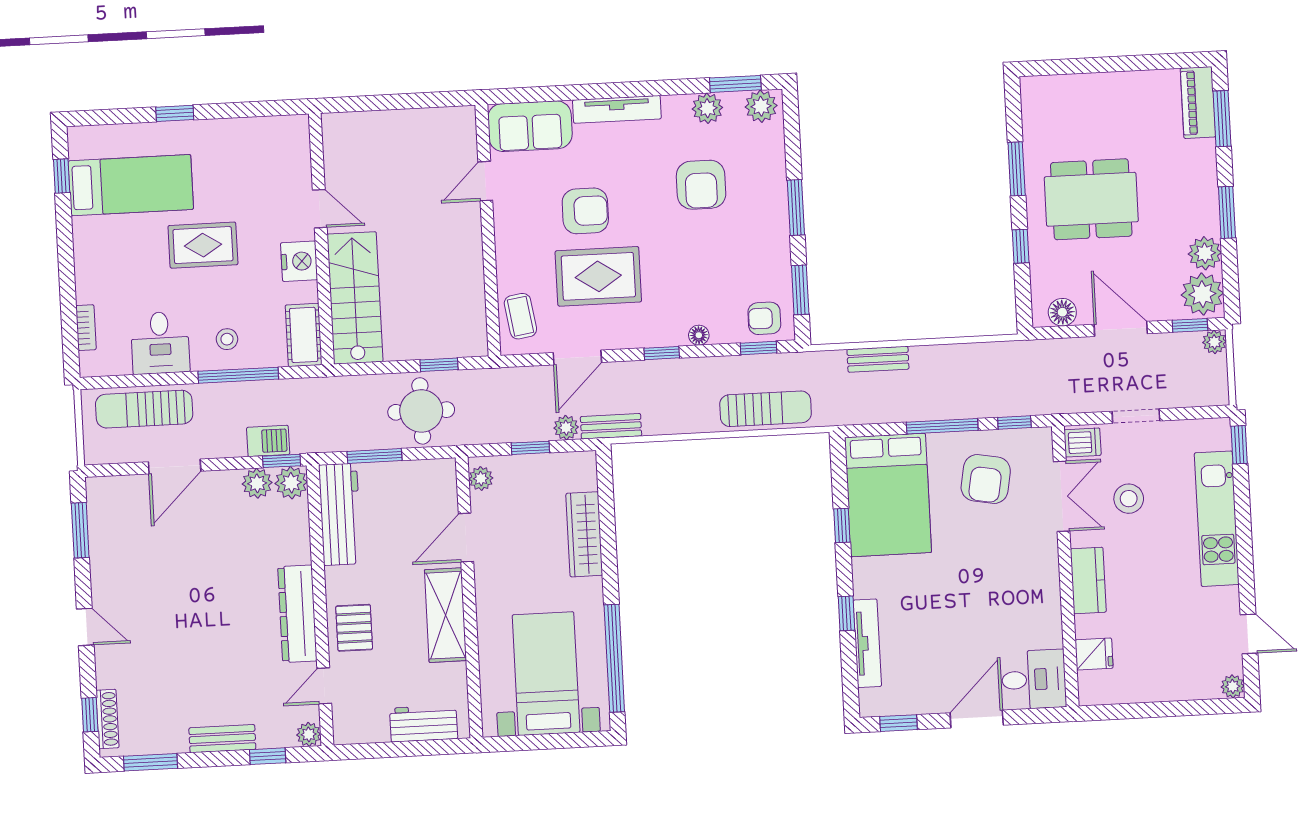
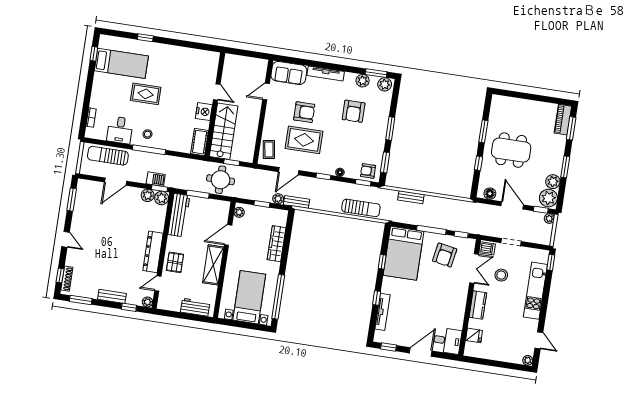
door: (320, 209) -> (217, 92), moved
wall: (321, 239) -> (215, 104), moved
nightstand: (299, 261) -> (204, 112), moved
stairs: (355, 298) -> (224, 131), moved
cot: (304, 335) -> (200, 142), moved

